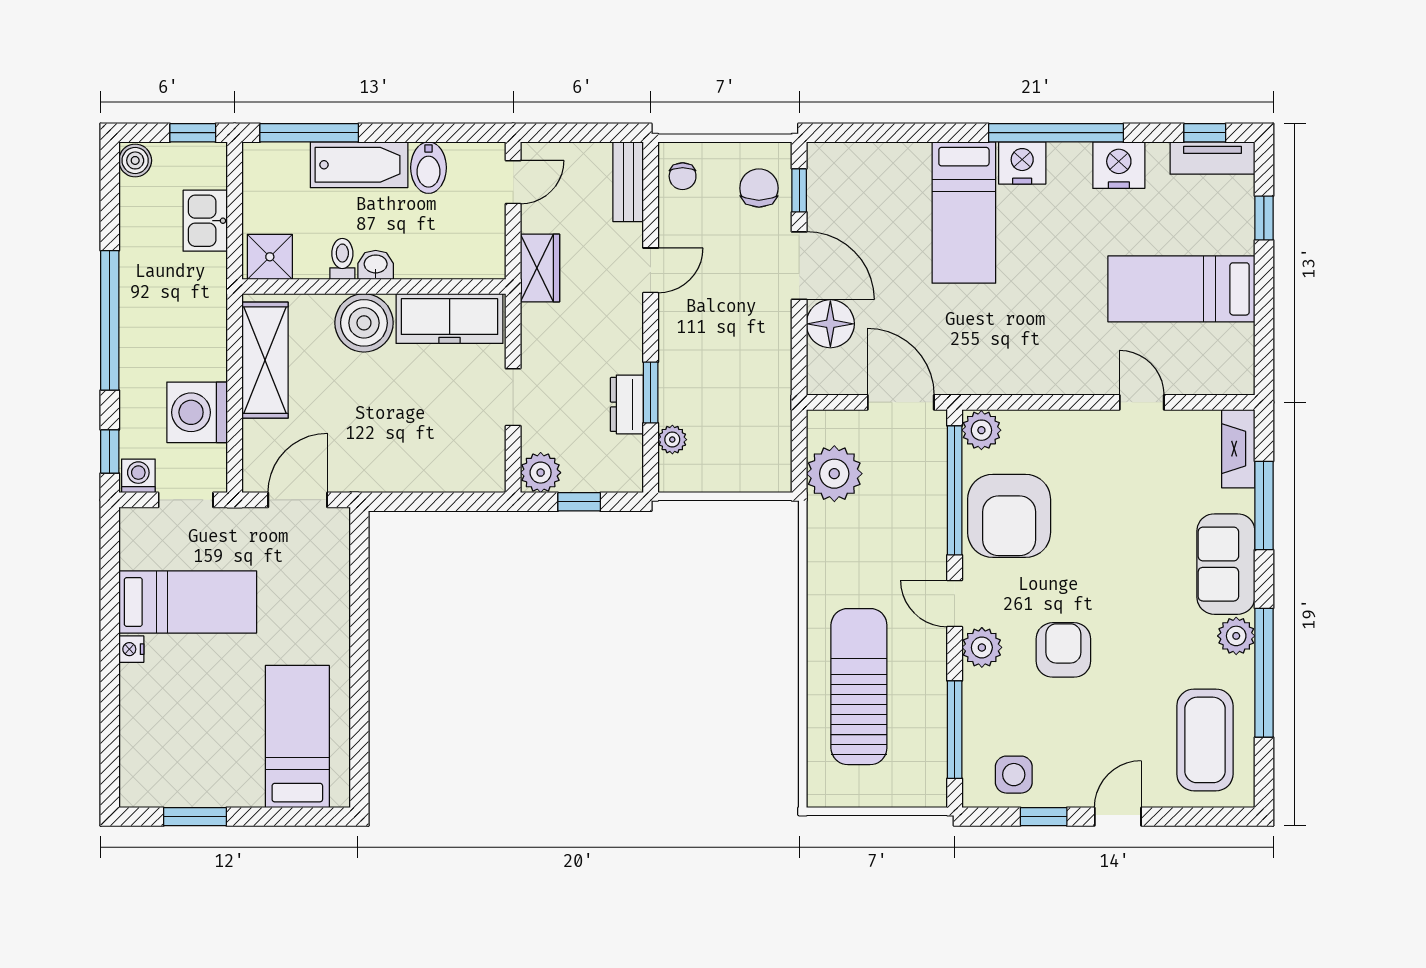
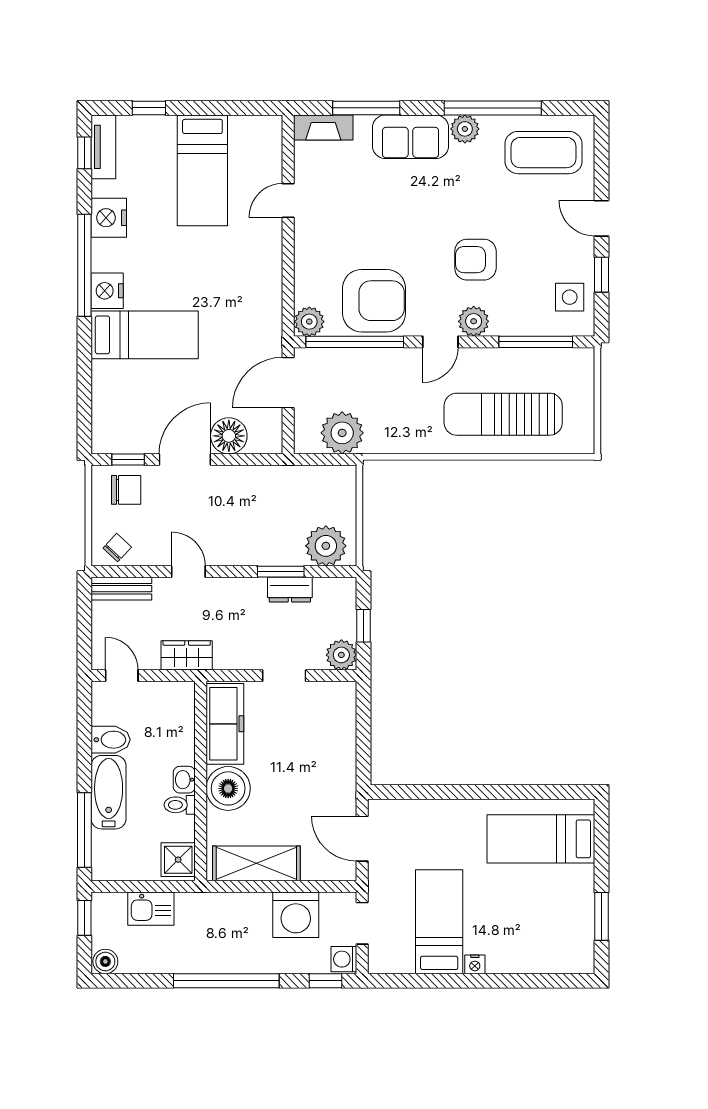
chair: (683, 176) -> (117, 548), turned -47
chair: (759, 188) -> (126, 490), turned 180
plant: (672, 440) -> (326, 546), width x1.87, depth x1.87

